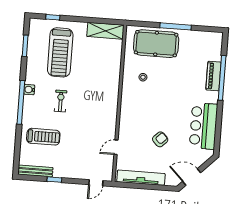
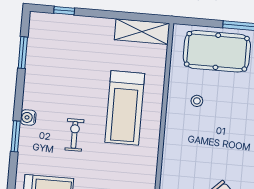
treadmill: (60, 52) -> (125, 108), moved
window: (21, 102) -> (16, 136), width x0.47

